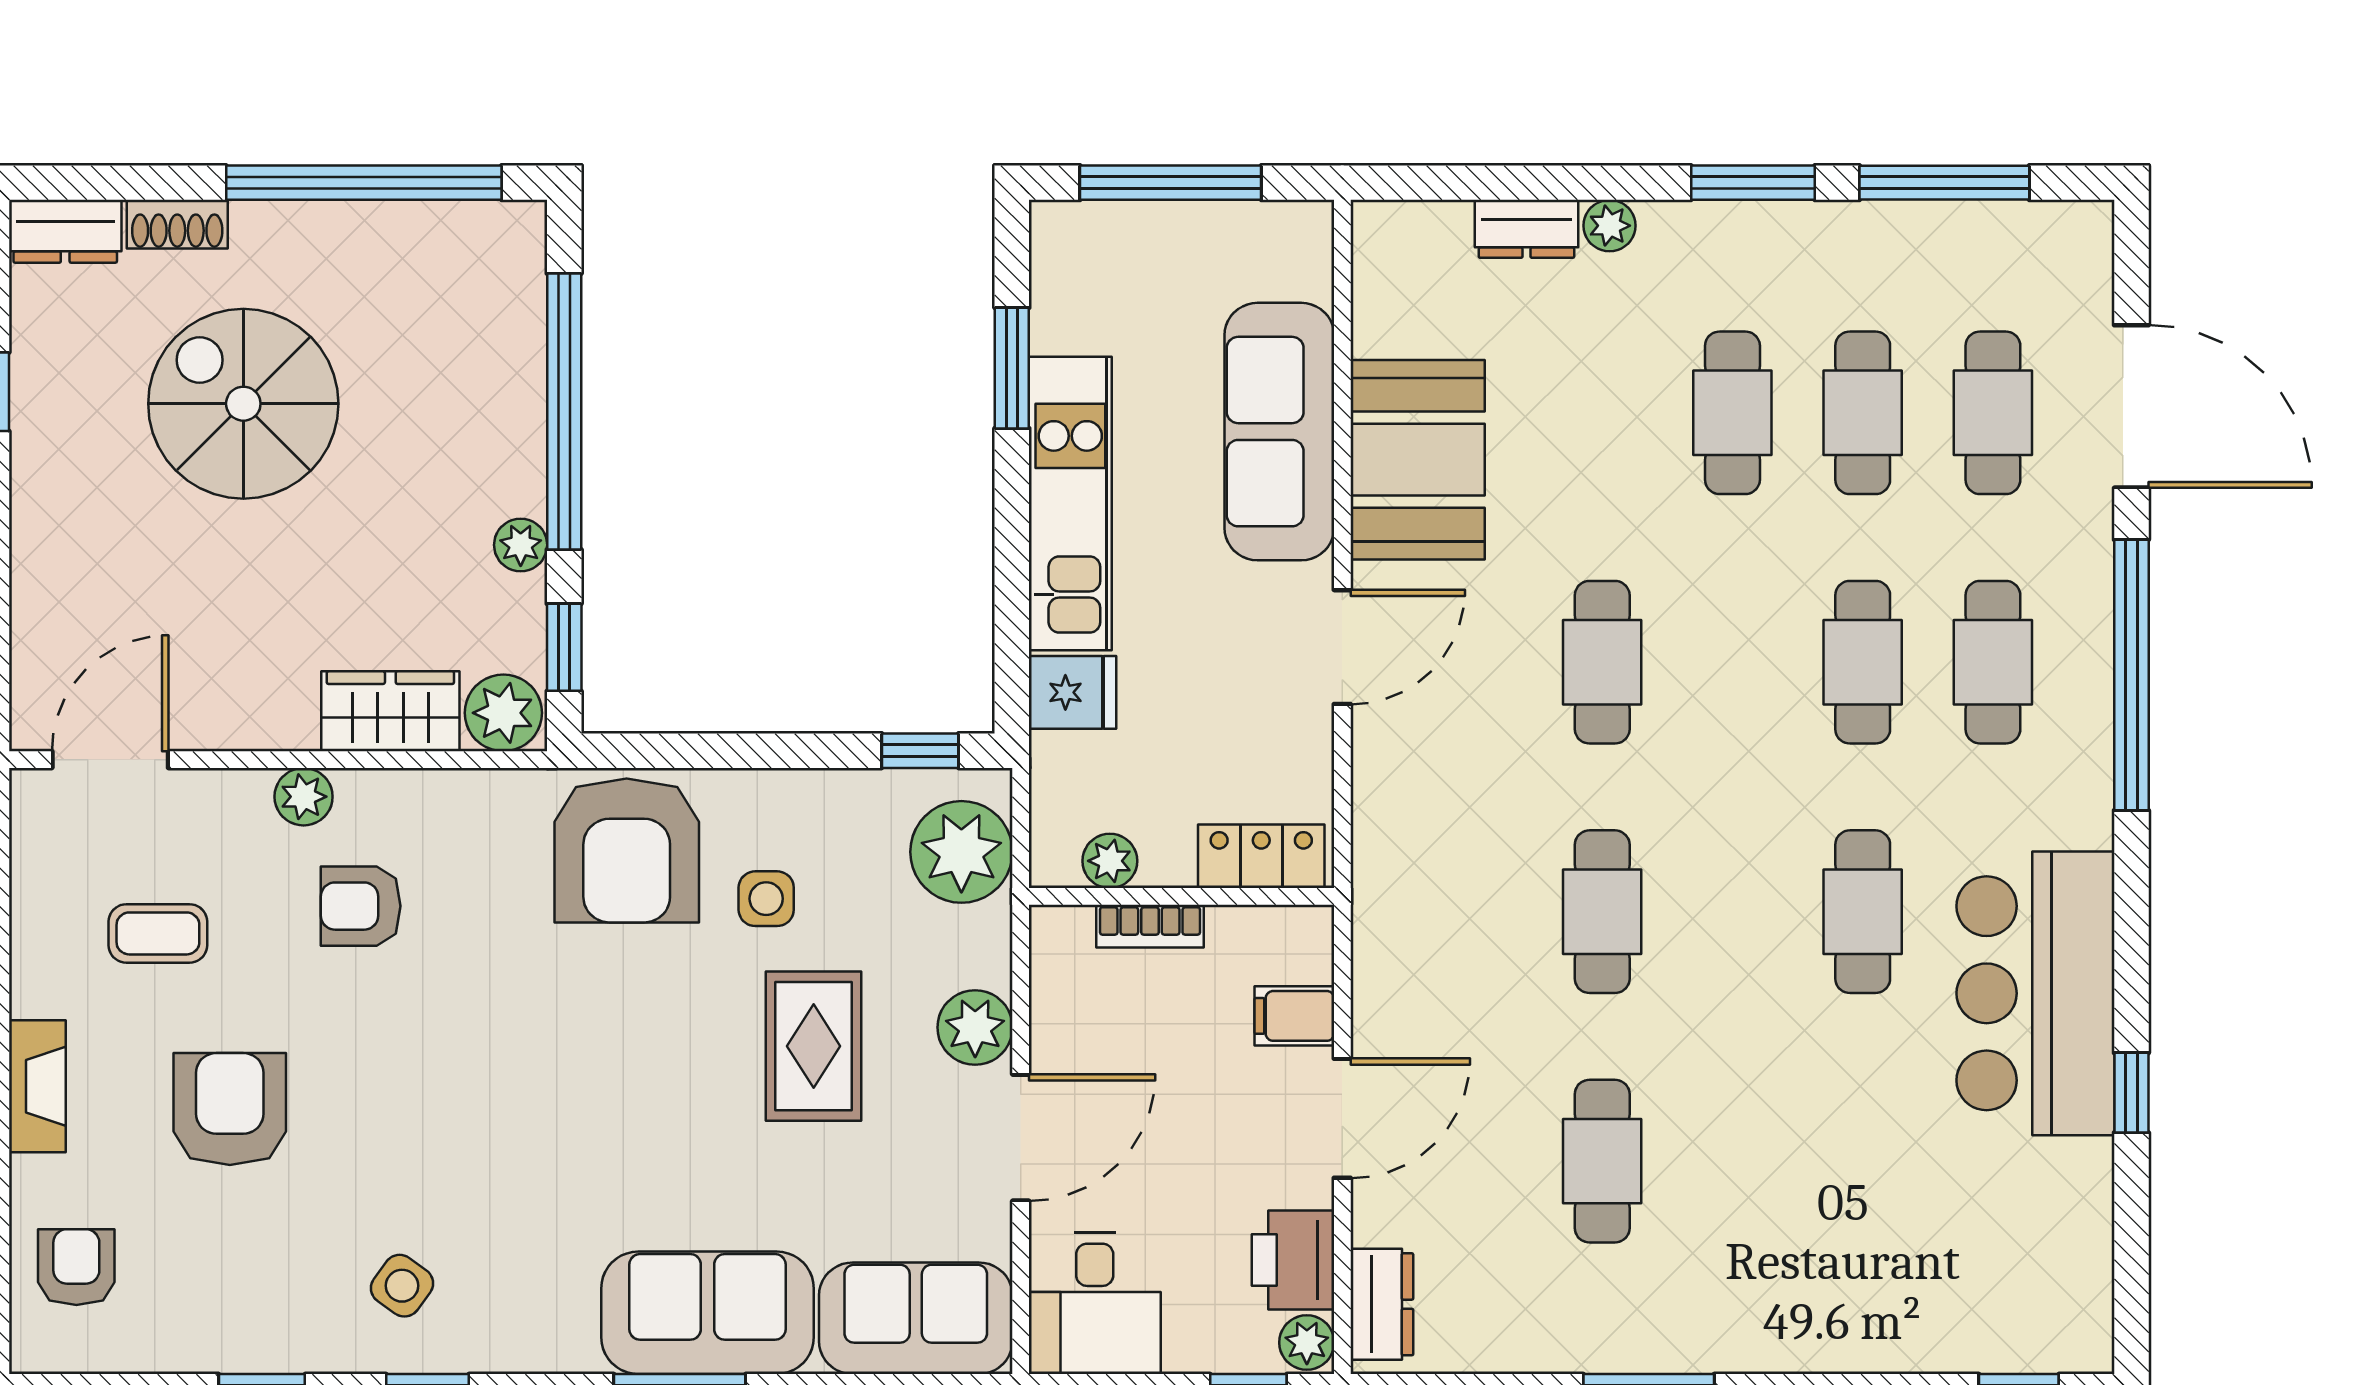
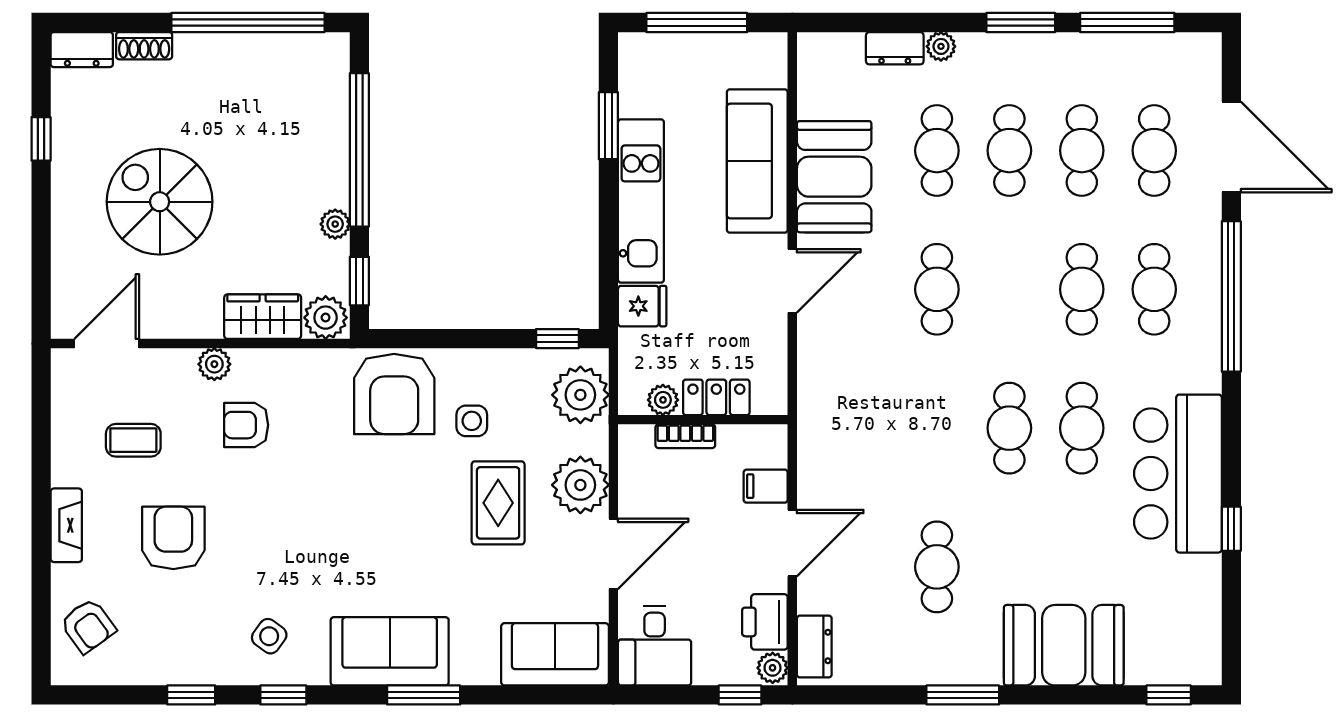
spiral stairs: (243, 404) -> (160, 202), moved
cafe table: (1602, 413) -> (937, 151), added
locker: (1261, 856) -> (716, 397), moved
cafe table: (1602, 912) -> (1009, 428), moved
plant: (975, 1027) -> (580, 485), width x1.36, depth x1.36
armchair: (76, 1267) -> (88, 626), turned 144
booth: (1830, 1302) -> (1064, 645), added
sofa: (707, 1313) -> (390, 651), moved

